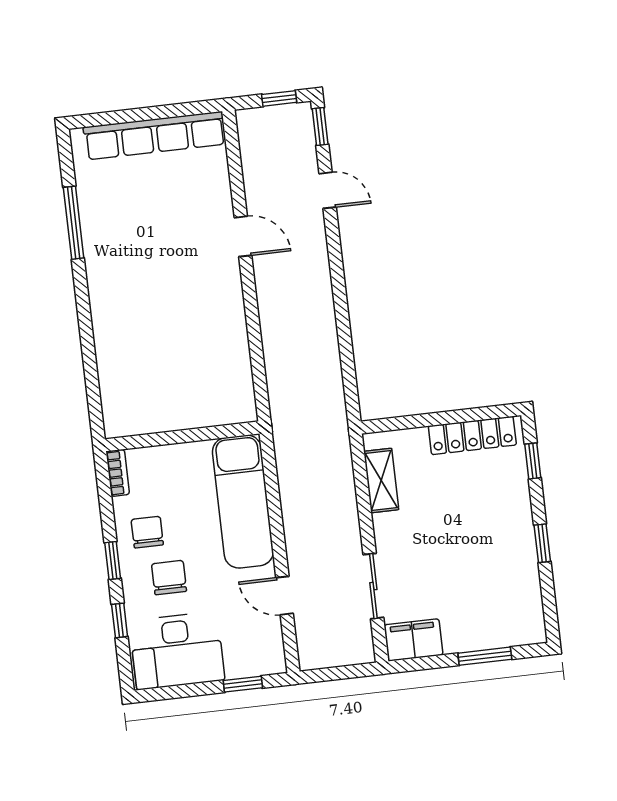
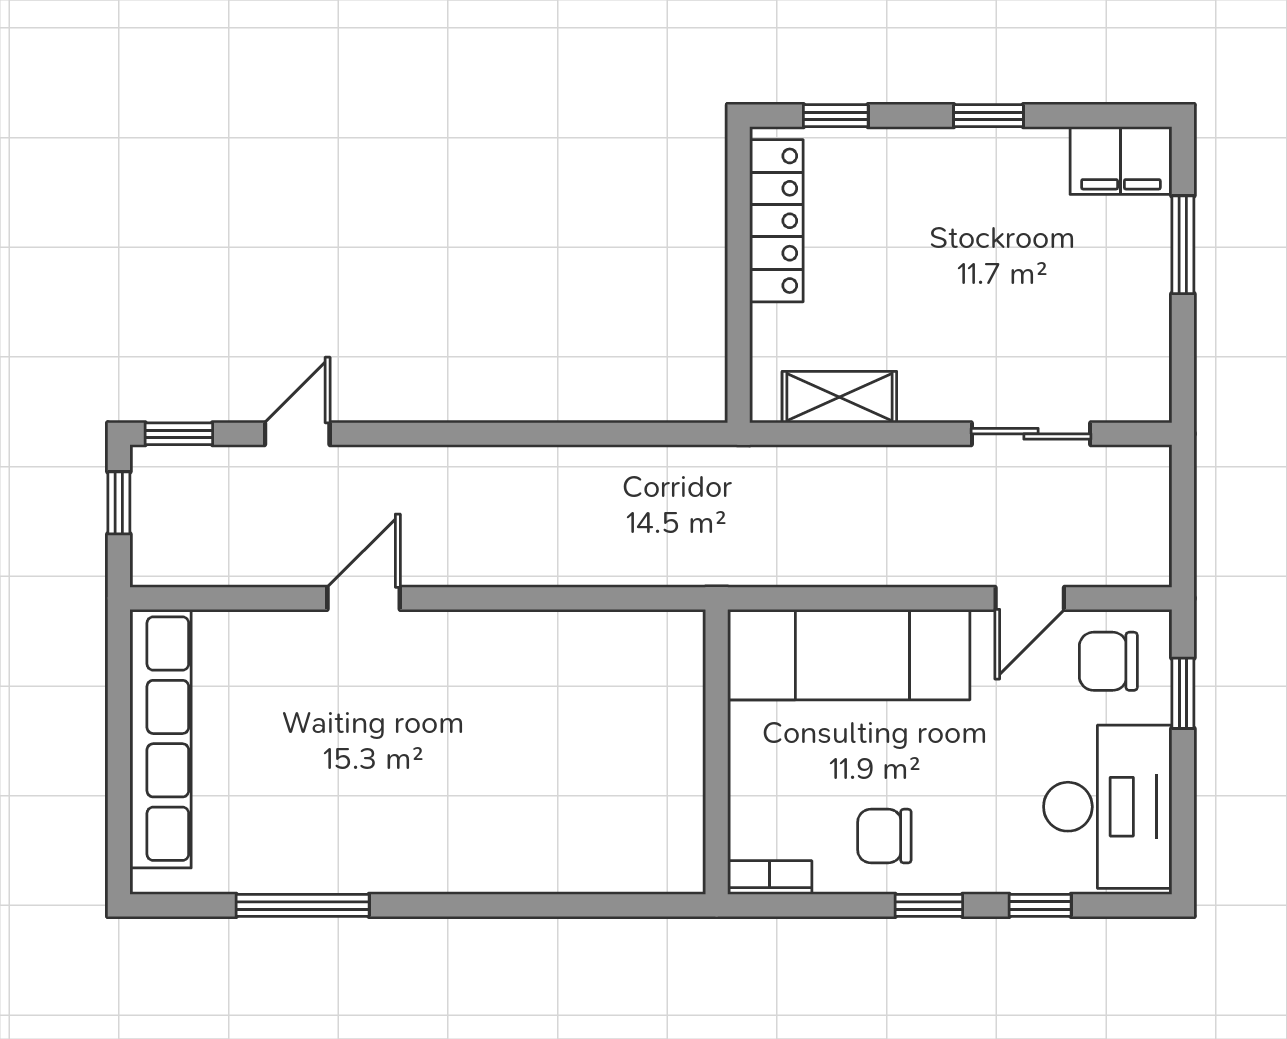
chair: (169, 578) -> (1108, 661), moved
filing cabinet: (413, 640) -> (1121, 161), moved, turned -90

